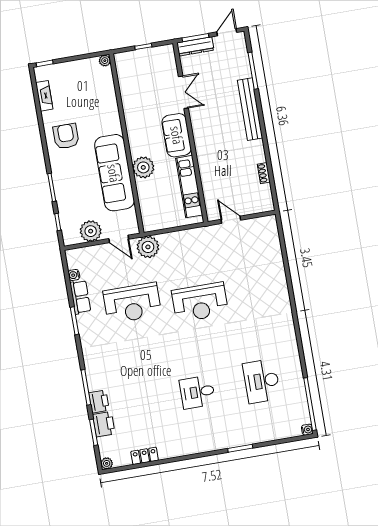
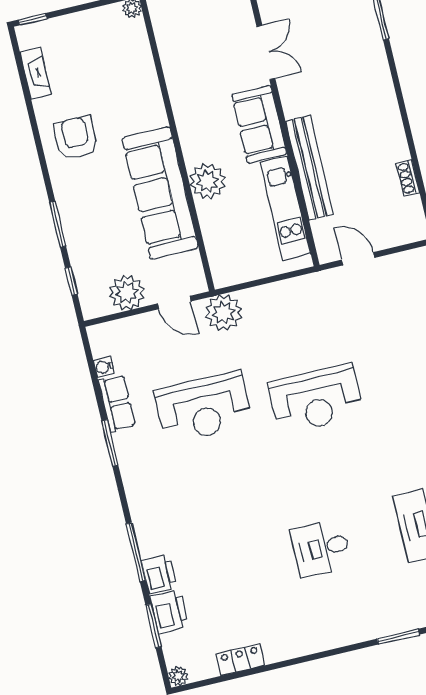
bench: (250, 109) -> (309, 168), moved

